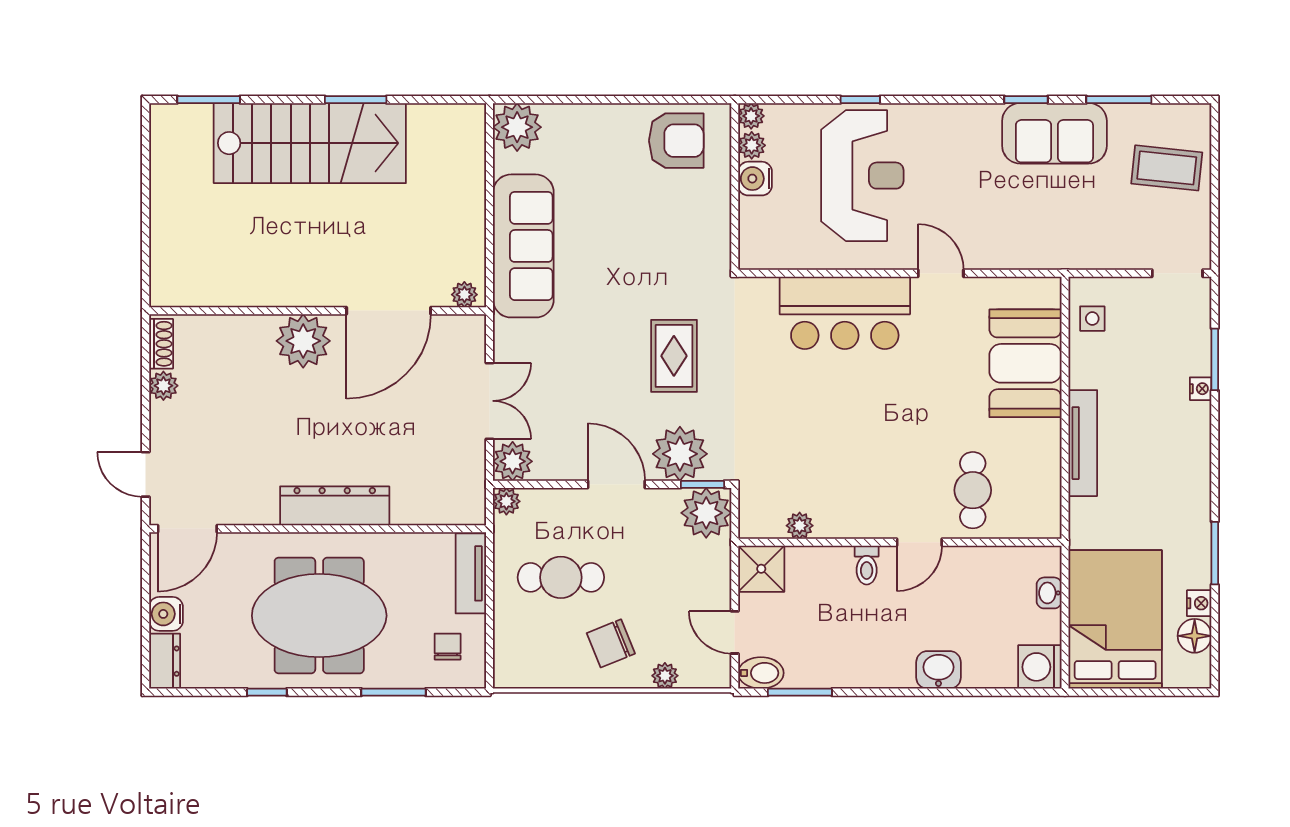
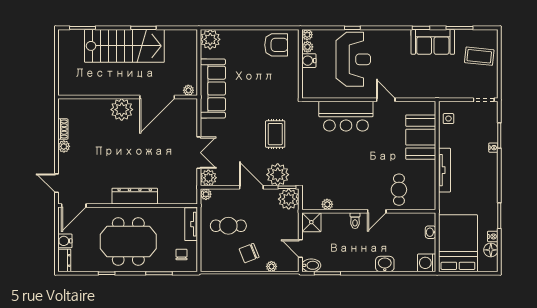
plant: (464, 295) -> (188, 90), moved
wall: (318, 311) -> (128, 97), moved
door: (389, 311) -> (157, 97), moved
plant: (303, 341) -> (122, 110), moved

